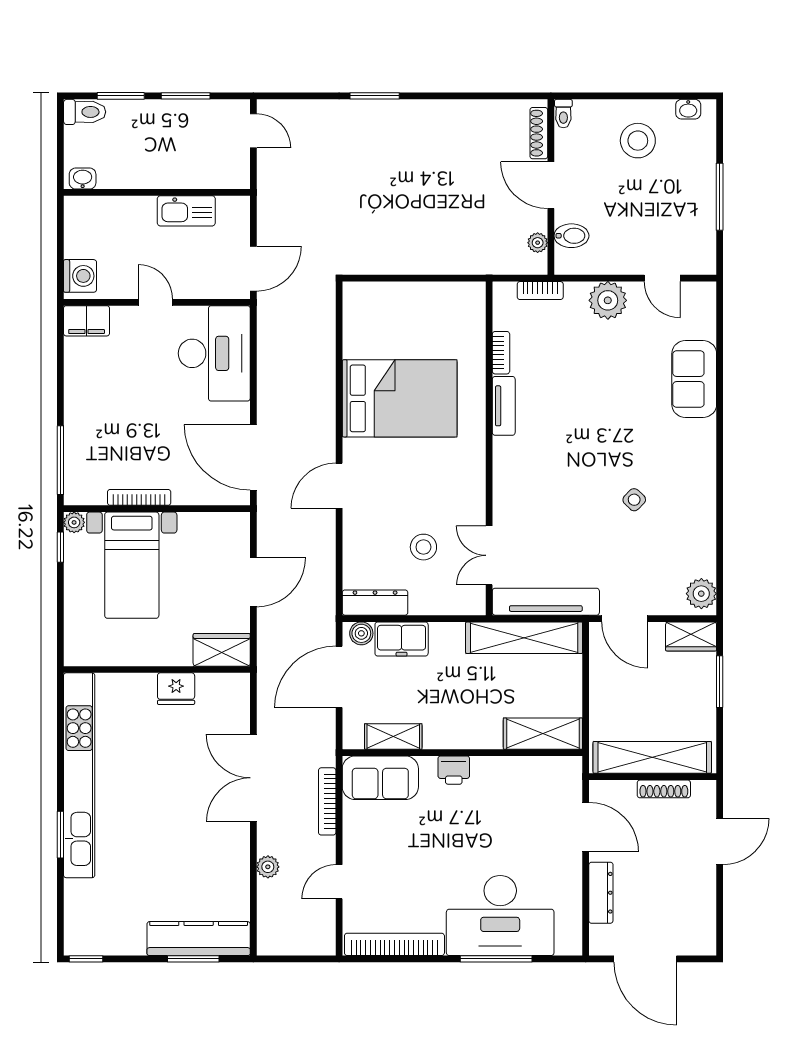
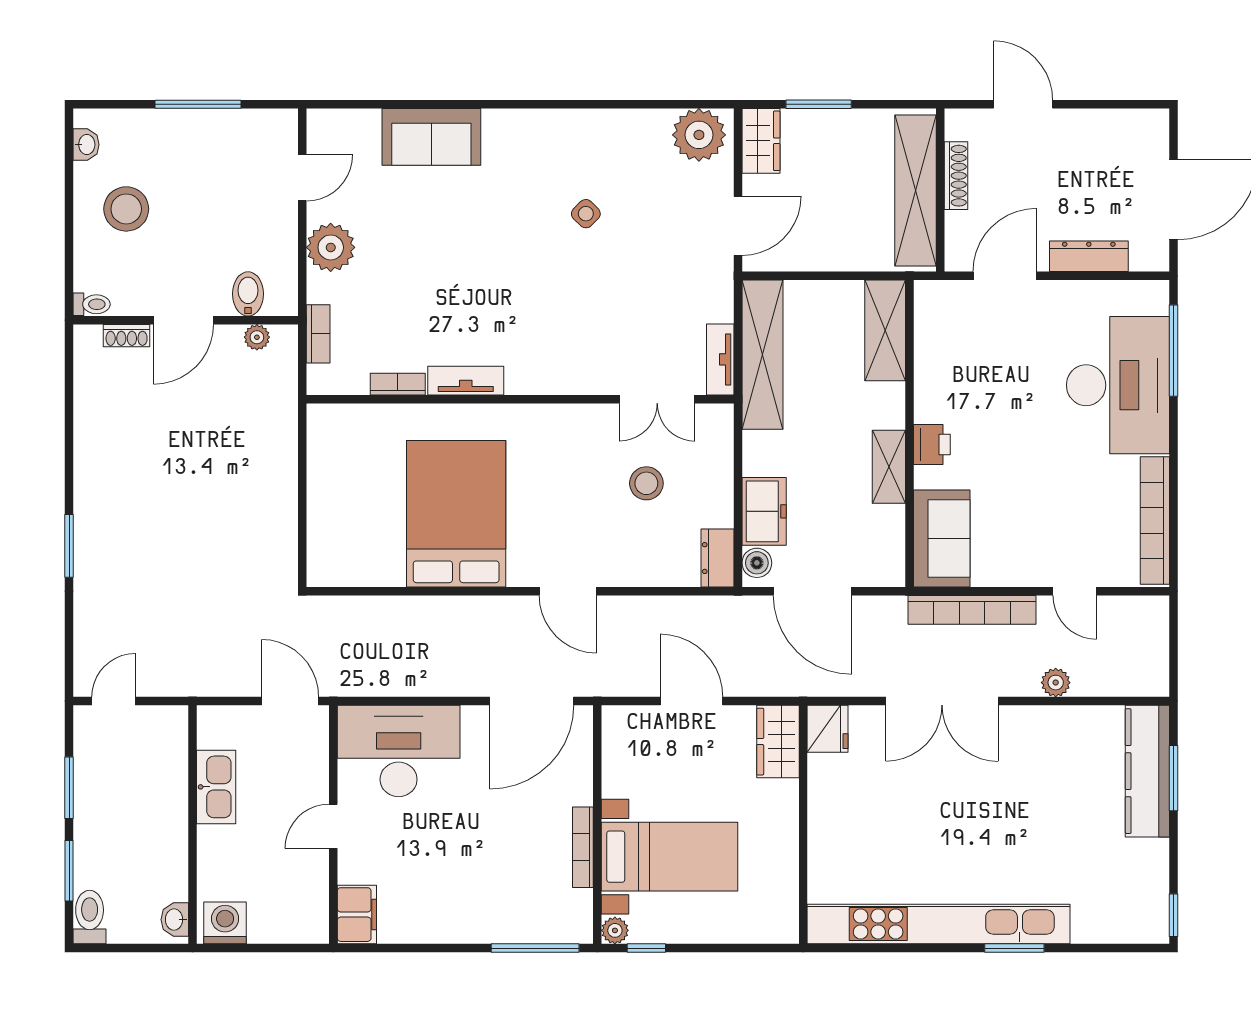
shoe rack: (539, 133) -> (127, 336), width x0.70
washing machine: (80, 276) -> (225, 923), moved
plant: (701, 594) -> (699, 135), width x1.36, depth x1.36
tv unit: (546, 602) -> (720, 359), width x0.52, depth x0.78
dresser: (375, 603) -> (717, 558), width x0.70
fridge: (176, 689) -> (828, 729), moved
shelving: (393, 736) -> (889, 467), moved
bookcase: (327, 801) -> (972, 610), width x1.48, depth x1.31
window: (496, 959) -> (1174, 351), moved

